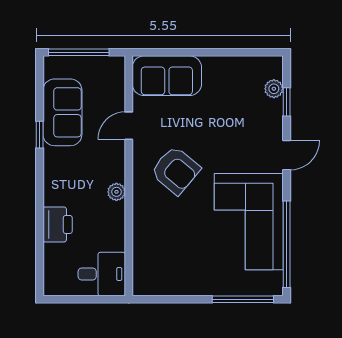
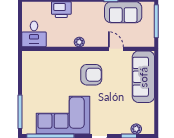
sofa: (167, 76) -> (143, 77), width x1.36
armchair: (176, 170) -> (91, 75), turned -130

